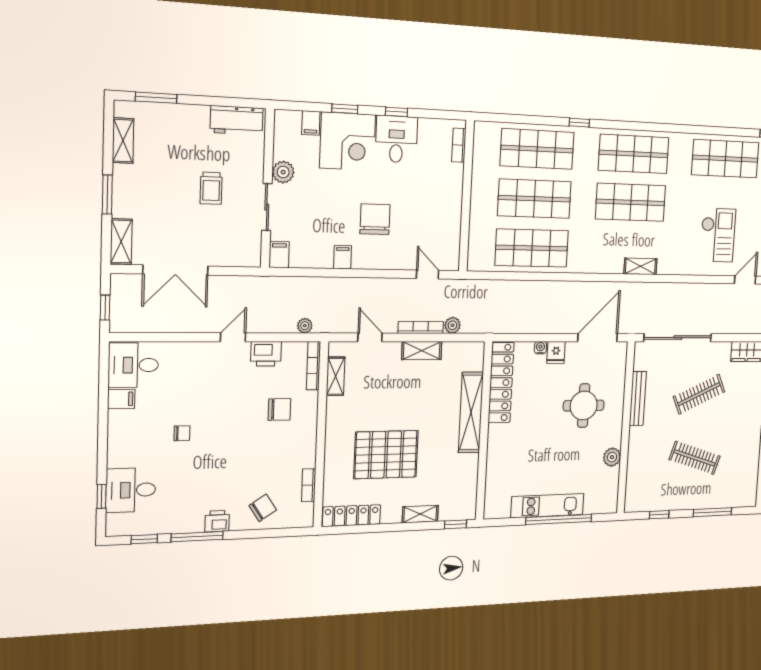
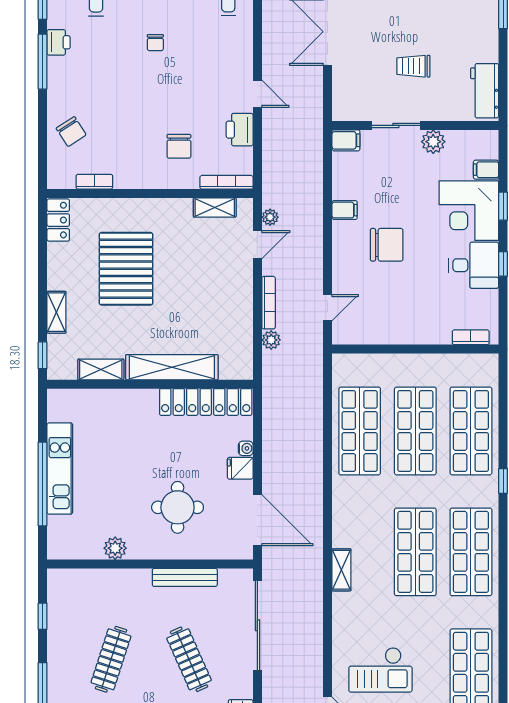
plant: (305, 326) -> (270, 217), moved
shelving: (422, 351) -> (101, 369), moved, turned 90
locker: (352, 516) -> (58, 220), width x0.66
printer: (217, 521) -> (59, 42), moved

